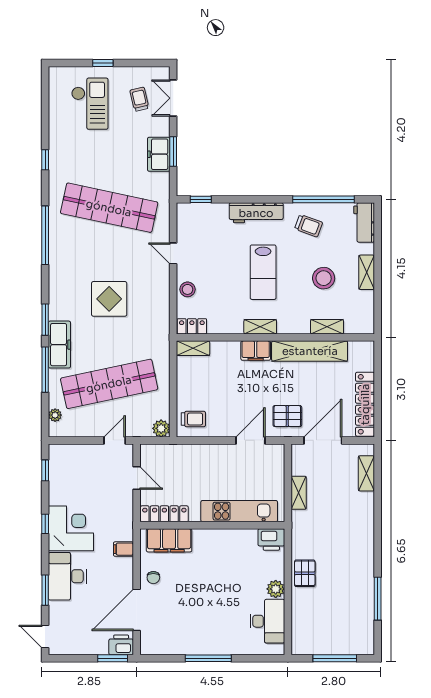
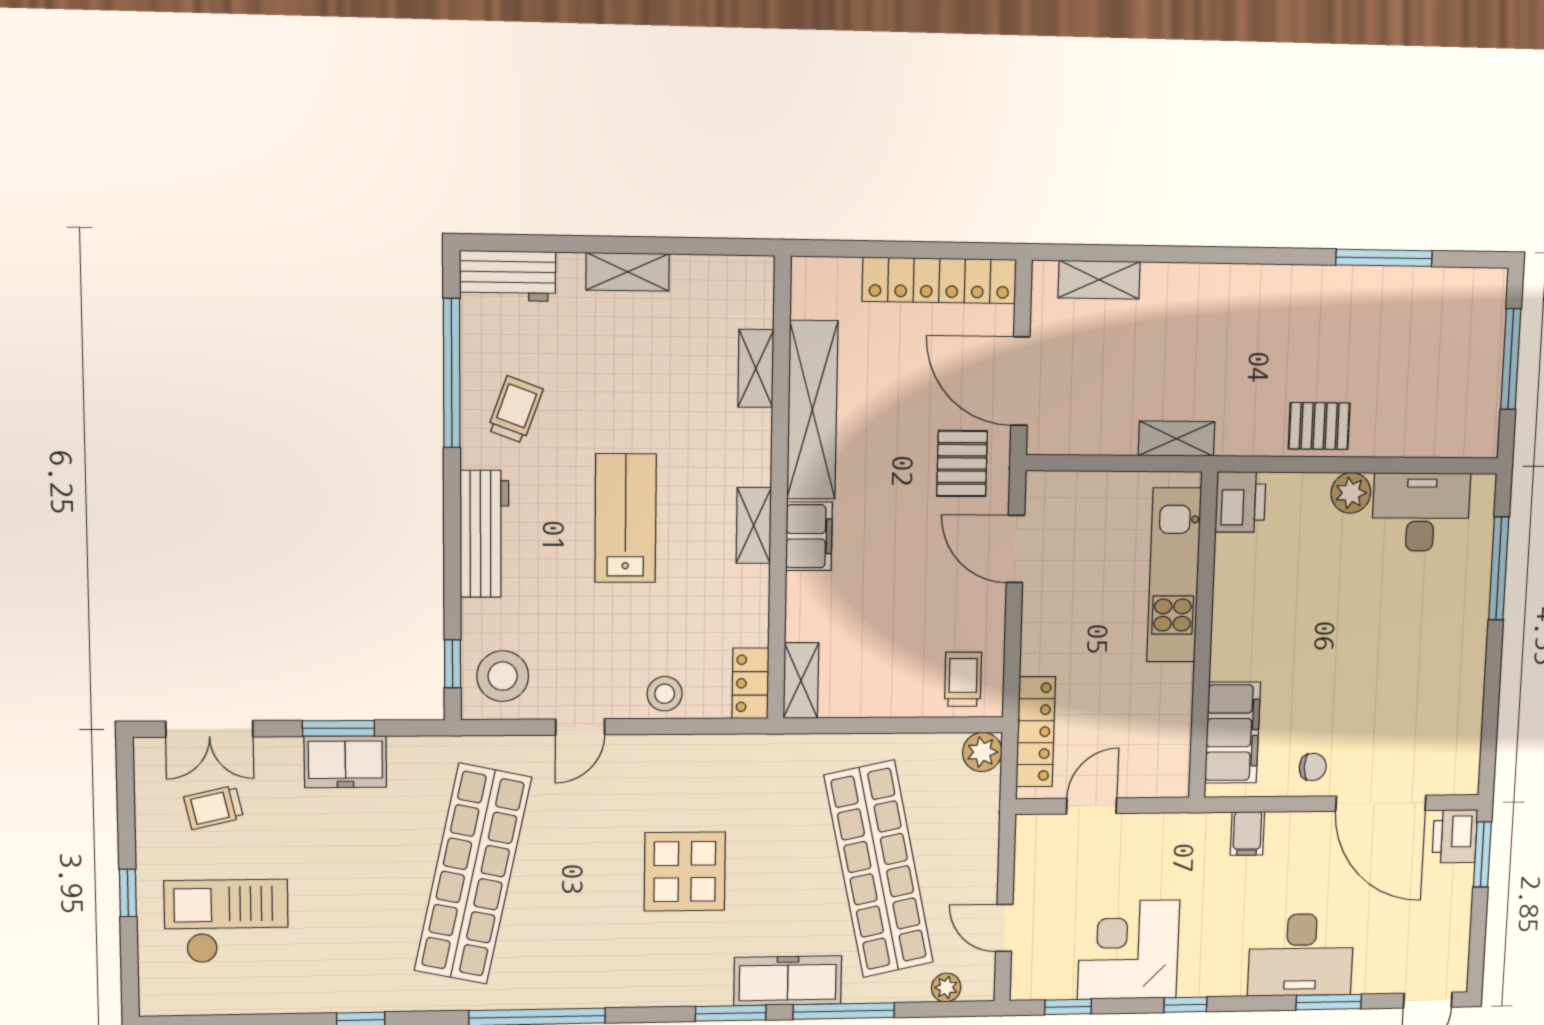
lab bench: (263, 272) -> (626, 518), turned -90
stool: (324, 278) -> (503, 676), moved
door: (115, 440) -> (1004, 928), moved
shelving: (299, 493) -> (1177, 439), moved
locker: (164, 514) -> (1036, 732), moved, turned 180
corner desk: (71, 528) -> (1128, 950), moved
window: (208, 658) -> (1499, 568), moved

